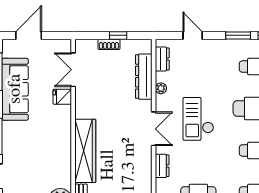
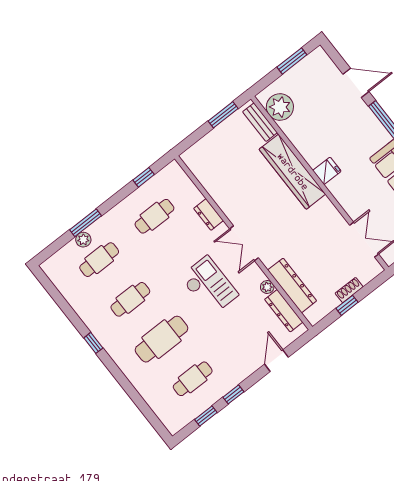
door: (193, 35) -> (276, 361), swing flipped
window: (238, 35) -> (233, 394), width x0.67
dresser: (162, 59) -> (284, 311), width x1.44
fridge: (62, 97) -> (327, 171), moved

